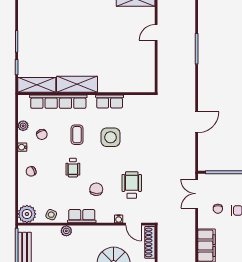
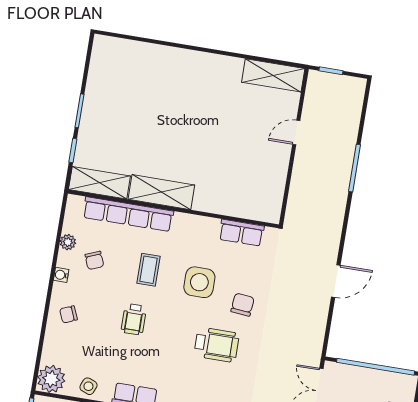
row of seats: (110, 102) -> (241, 233), moved
wheelchair: (132, 185) -> (217, 345), moved, turned 90
chair: (96, 189) -> (243, 305), moved

